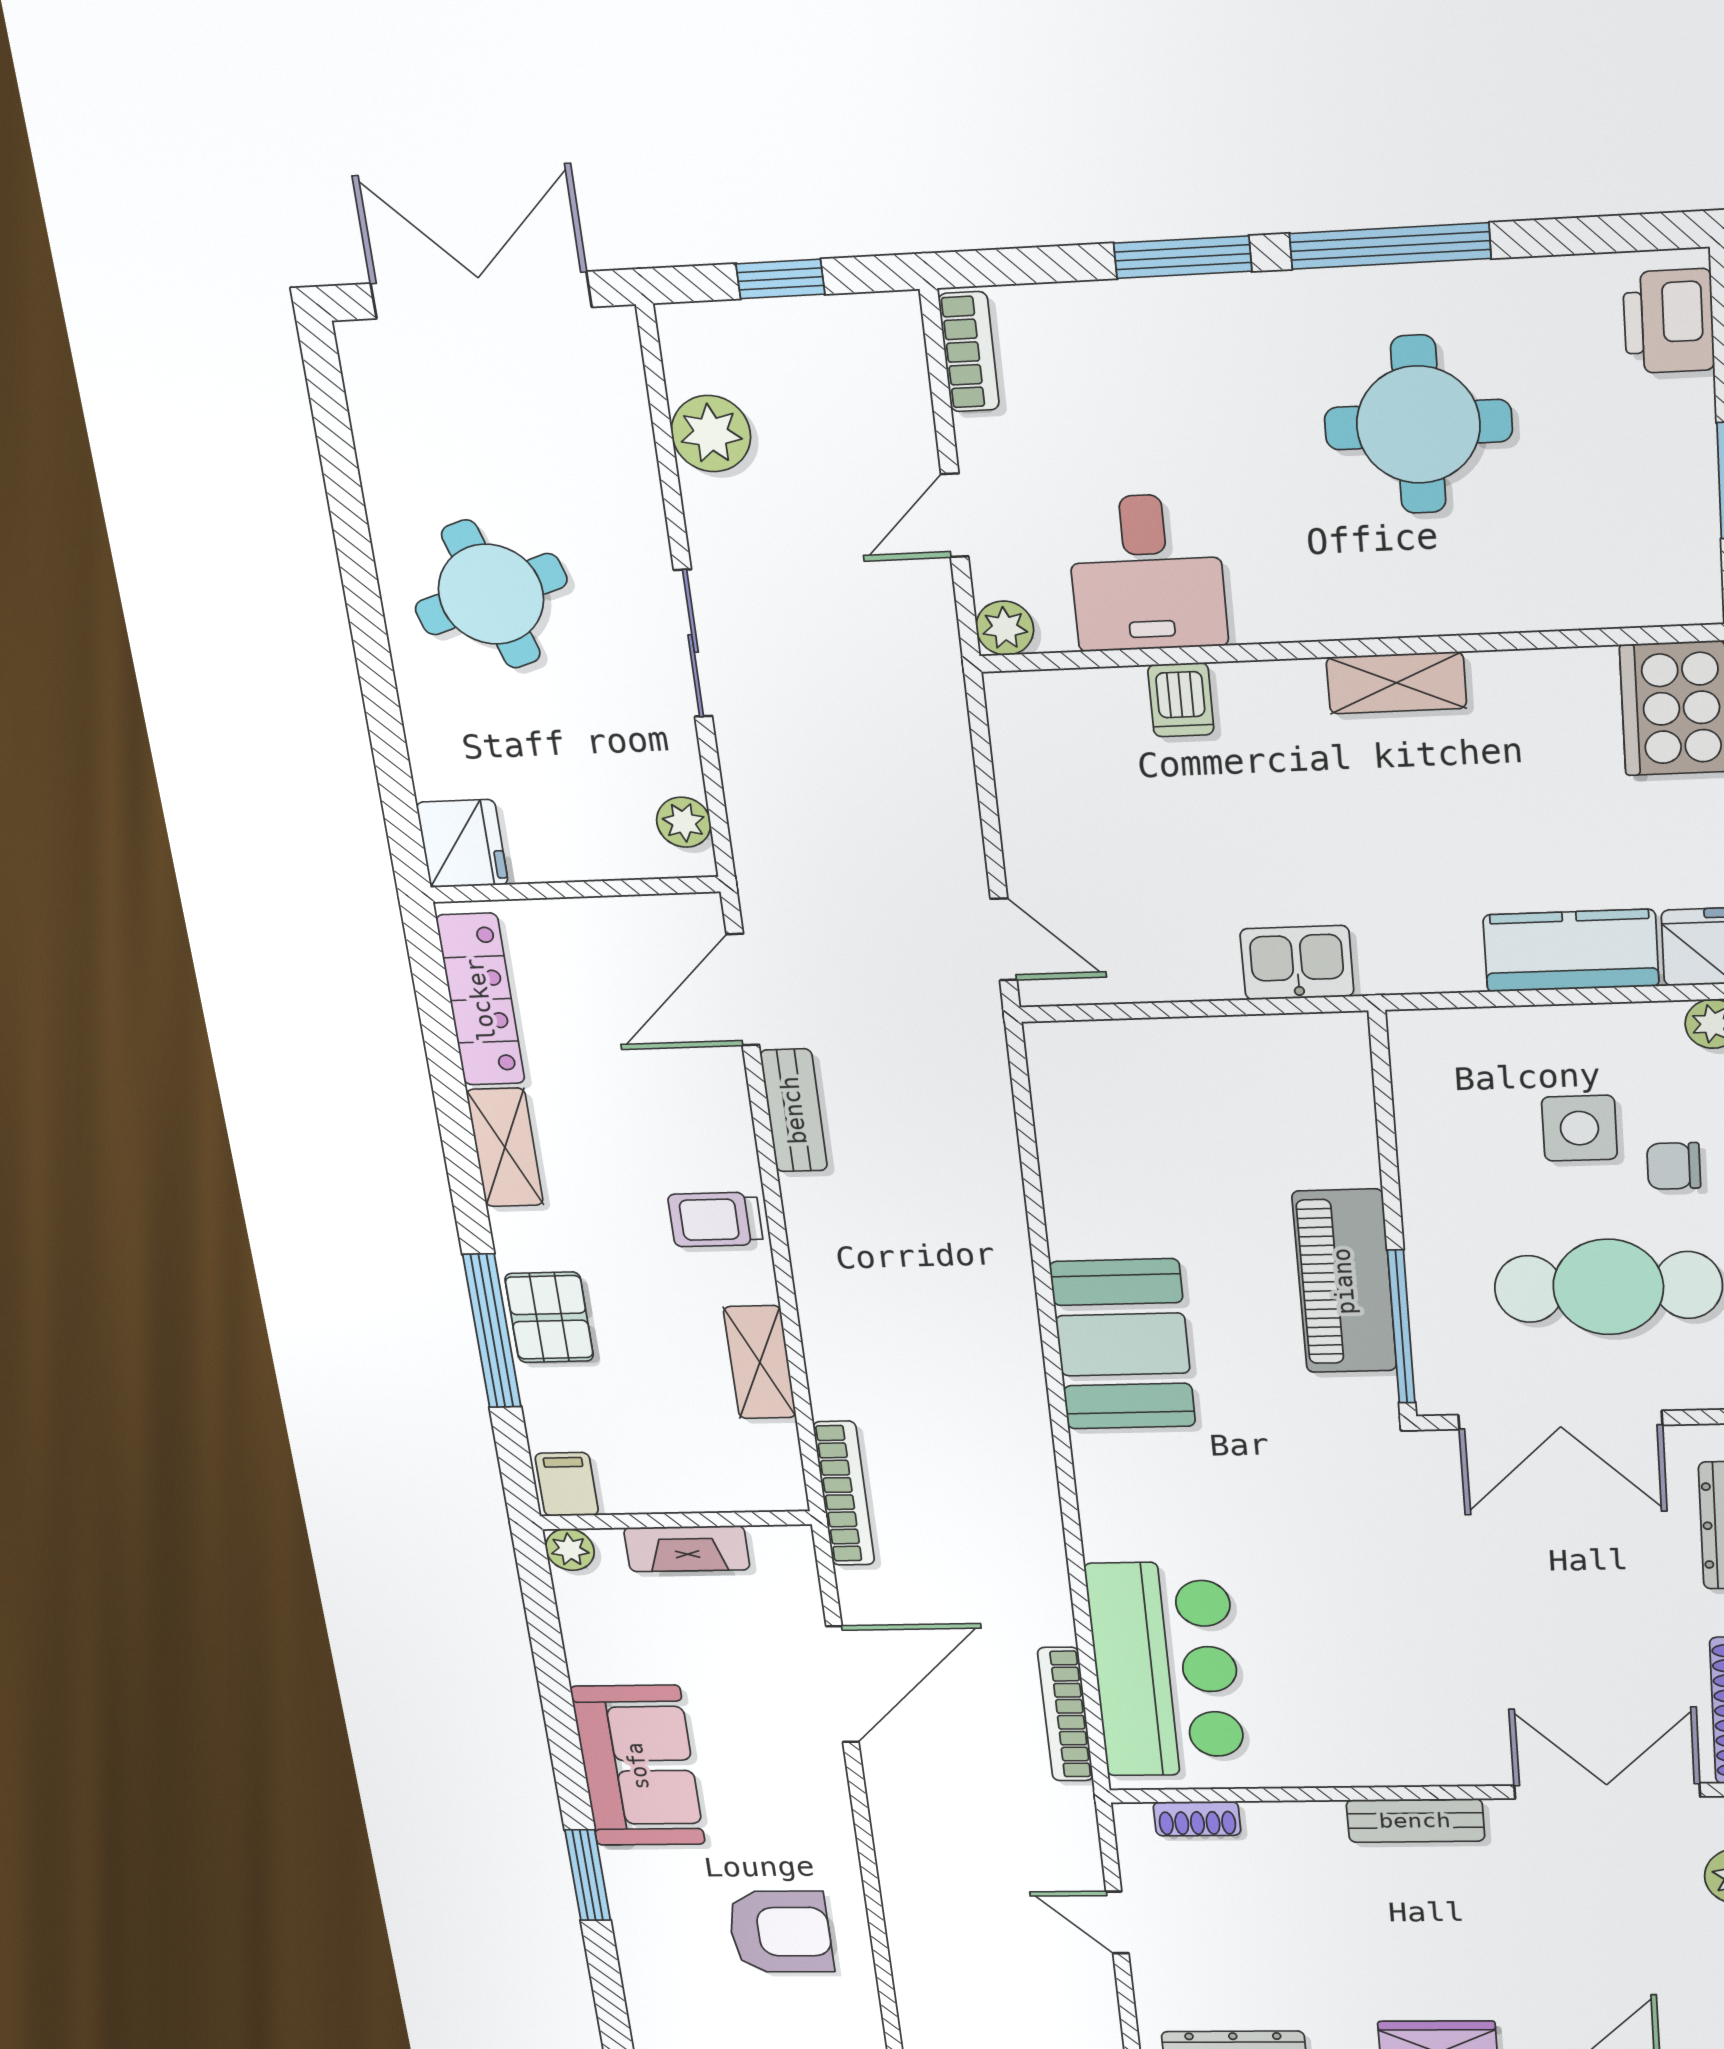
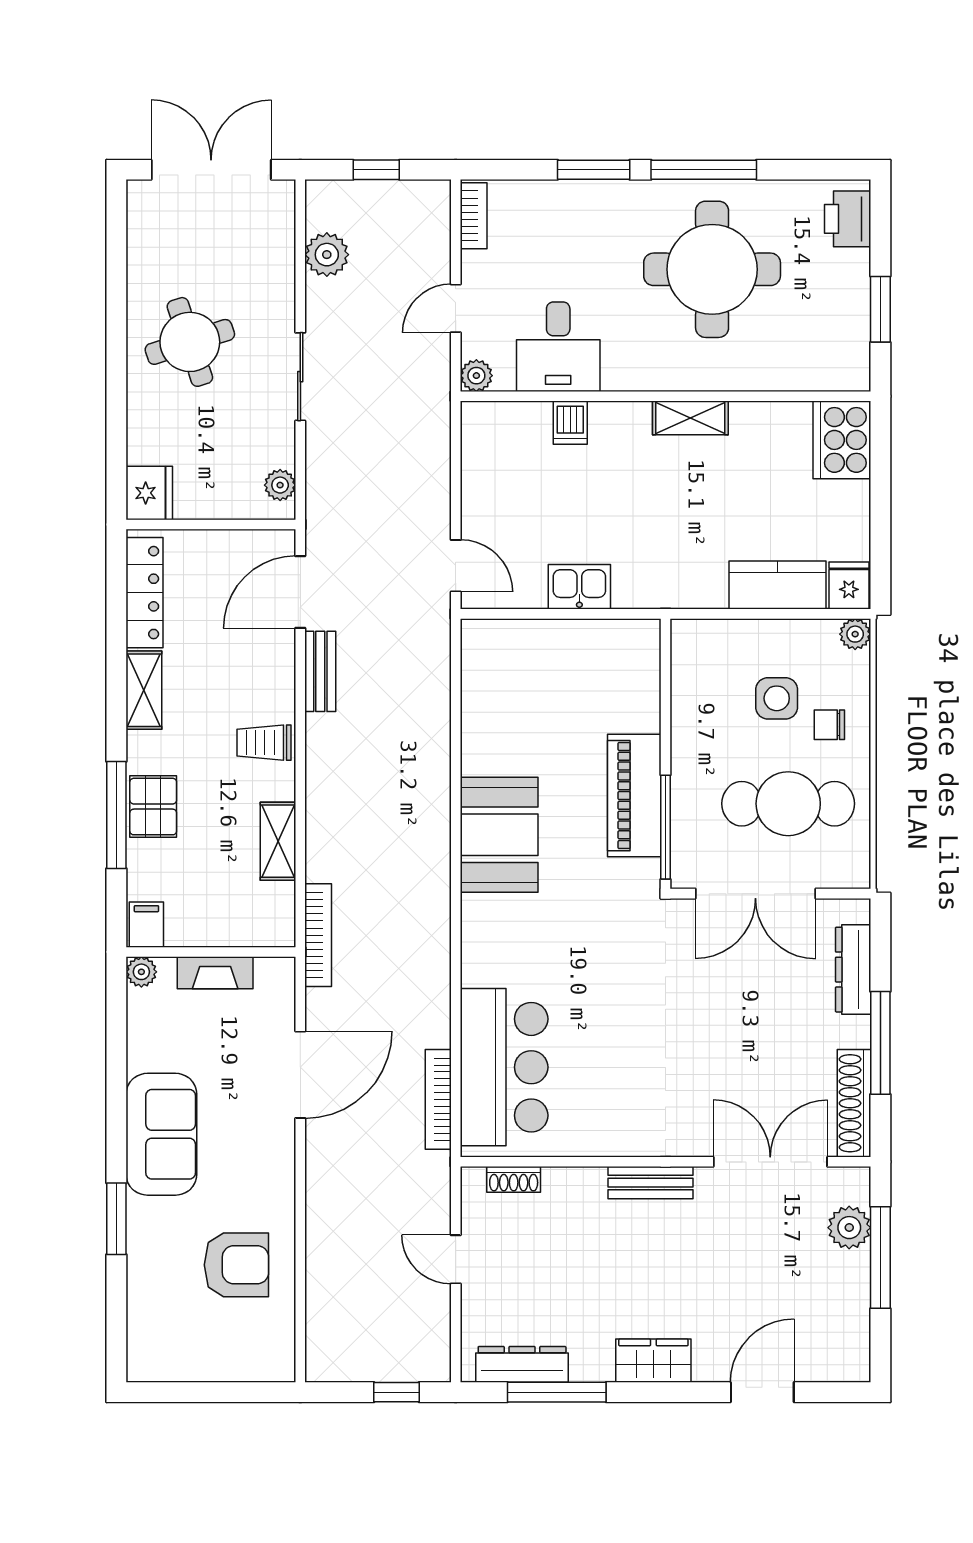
round table: (1418, 425) -> (712, 269), width x1.36, depth x1.36
kitchen sink: (1297, 963) -> (579, 587), moved

